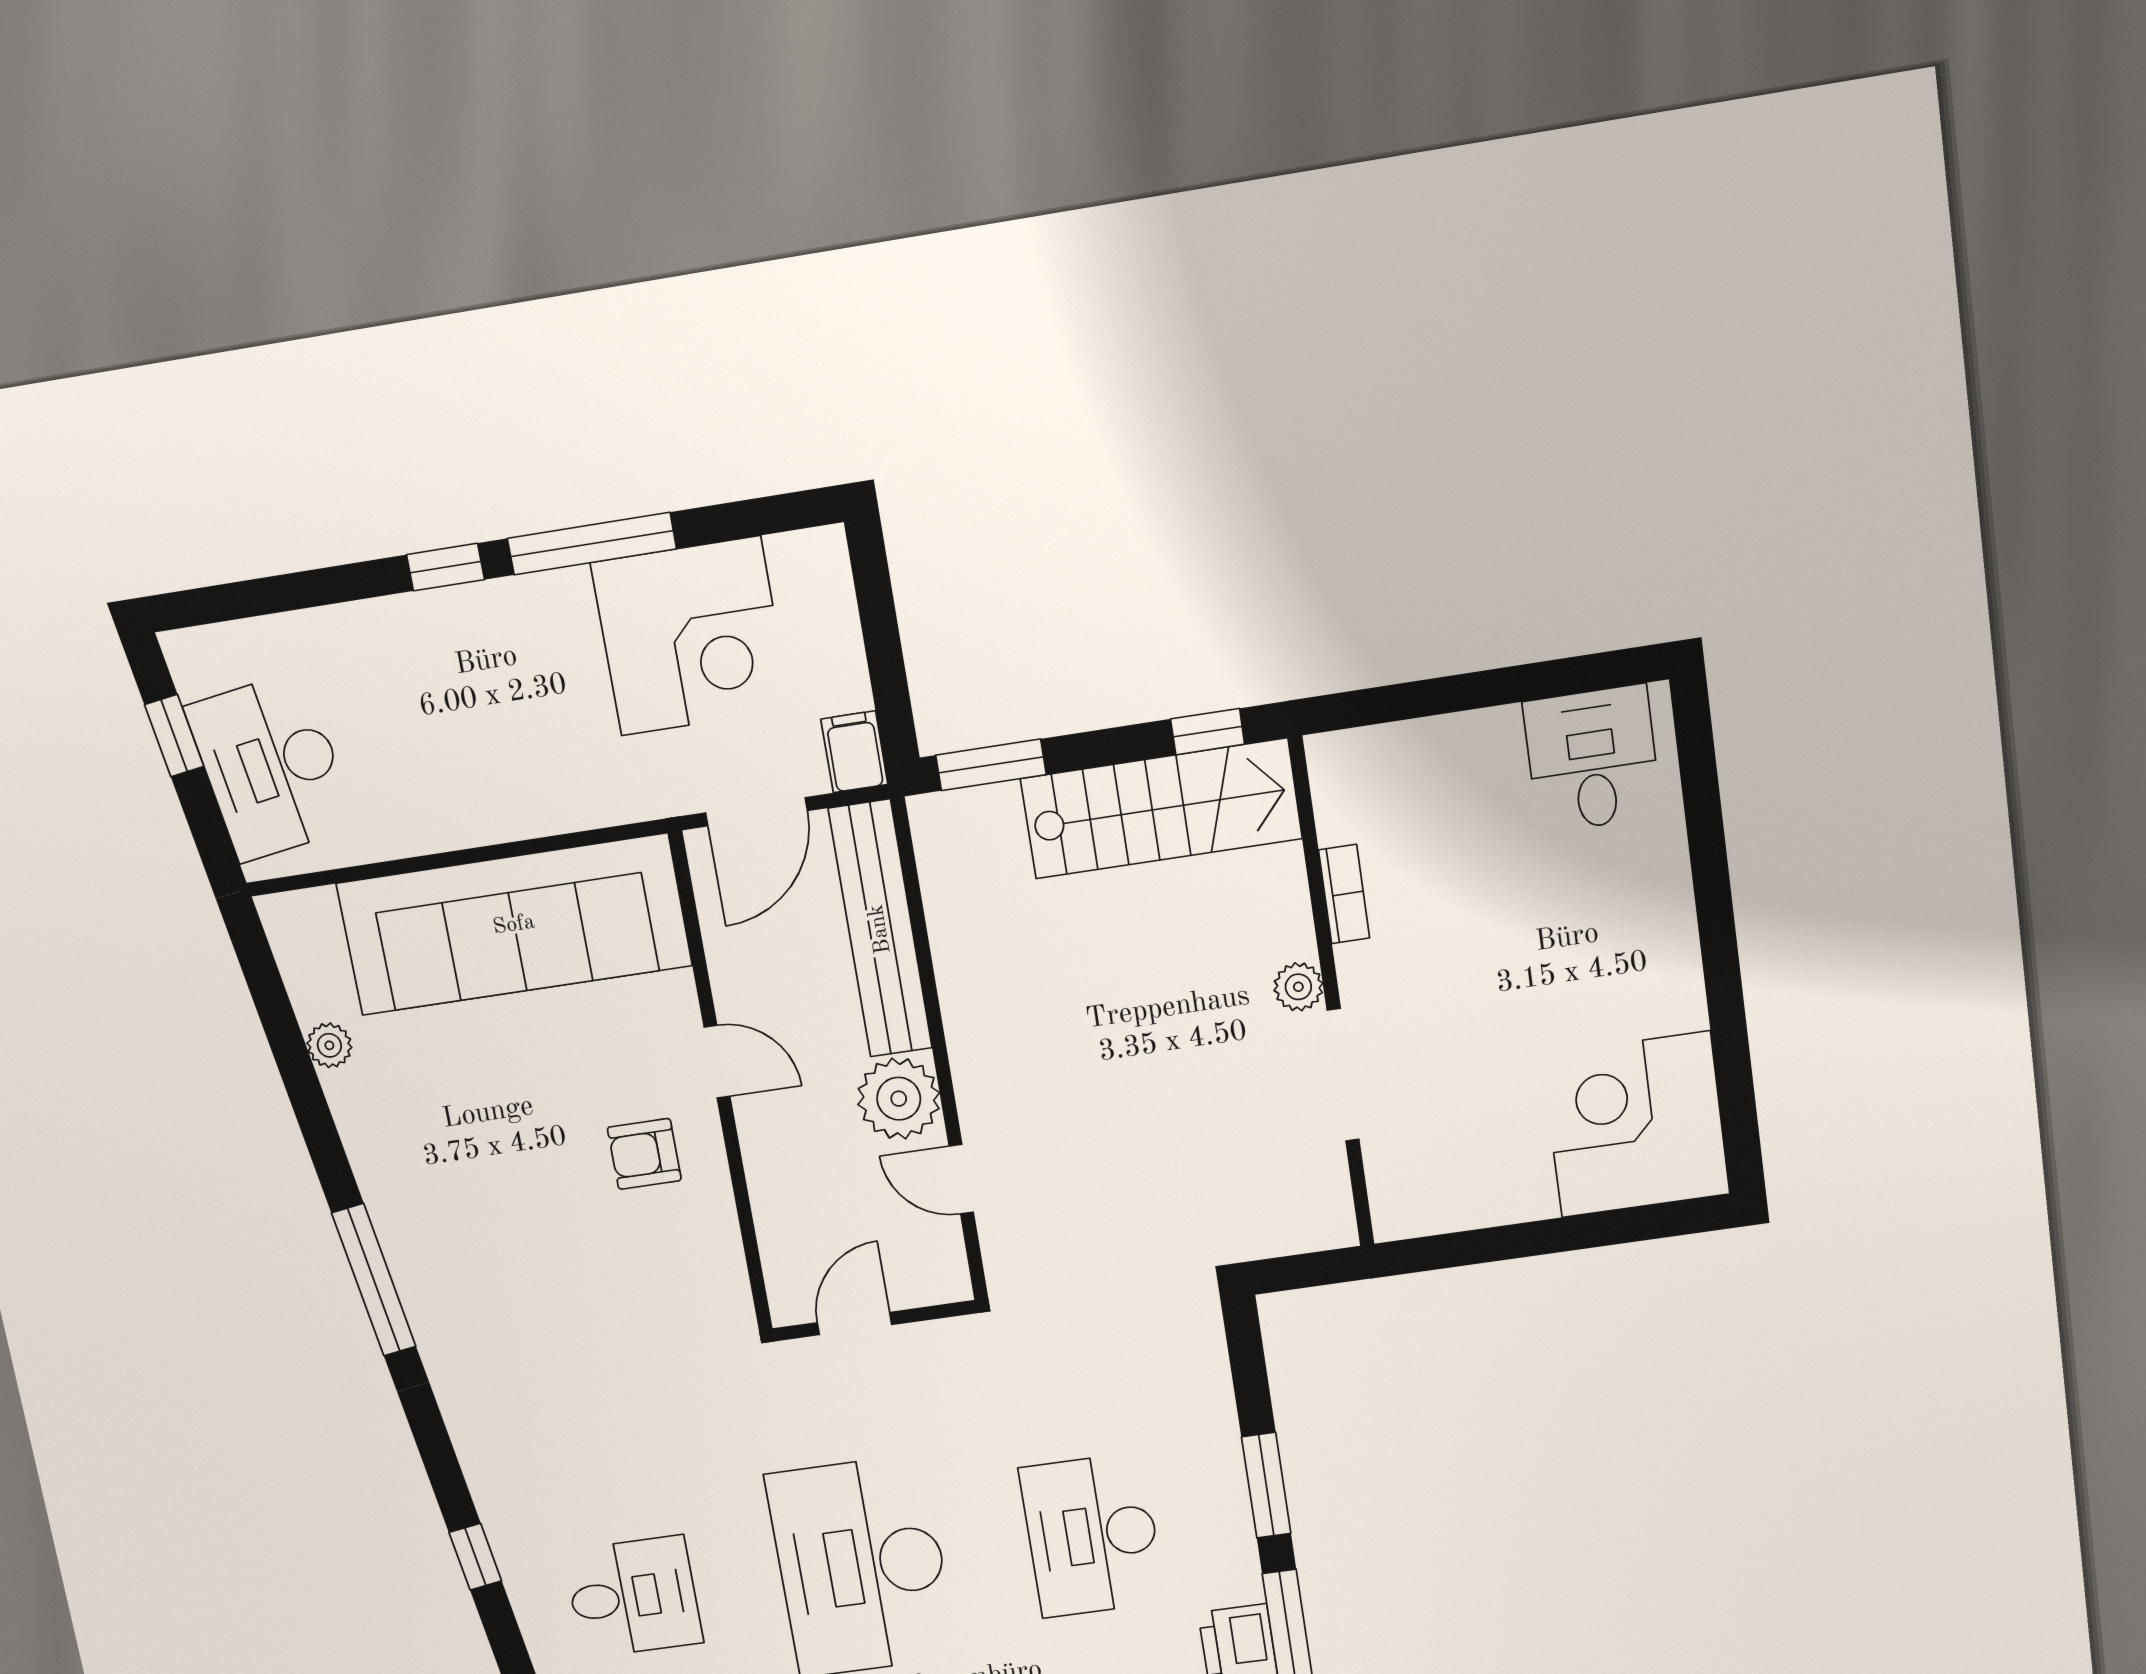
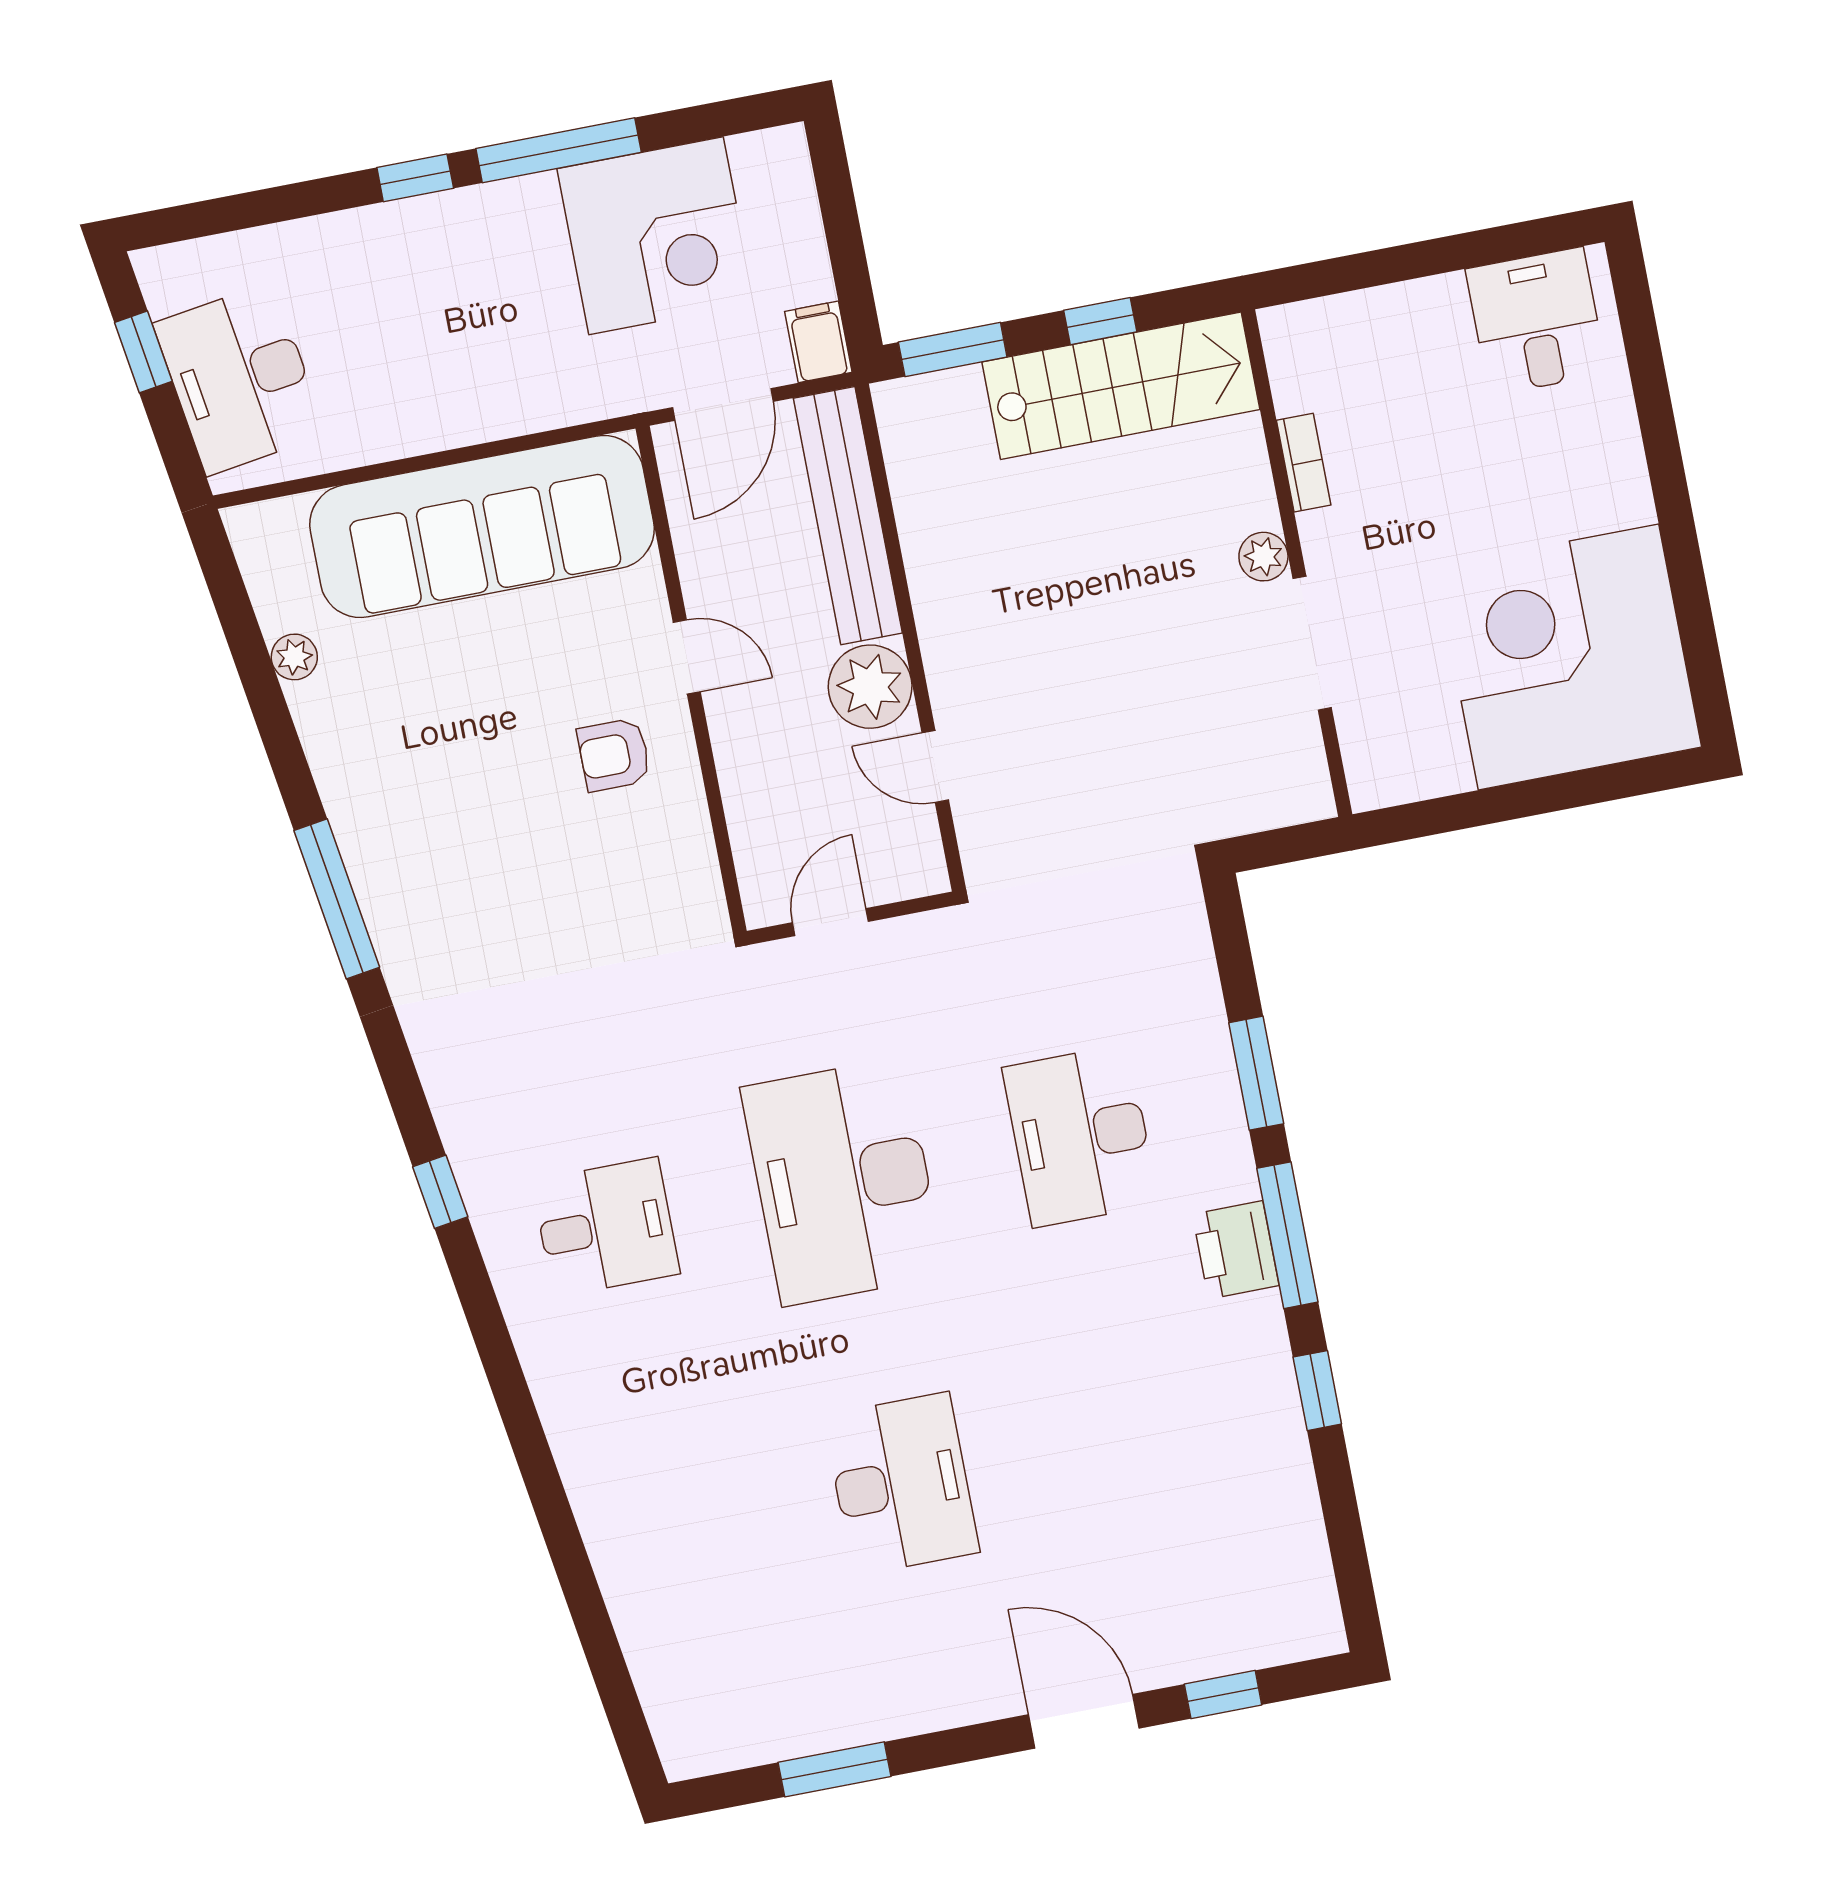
window: (1208, 732) -> (1100, 321), moved
corner desk: (1636, 1125) -> (1569, 657), width x1.36, depth x1.36

